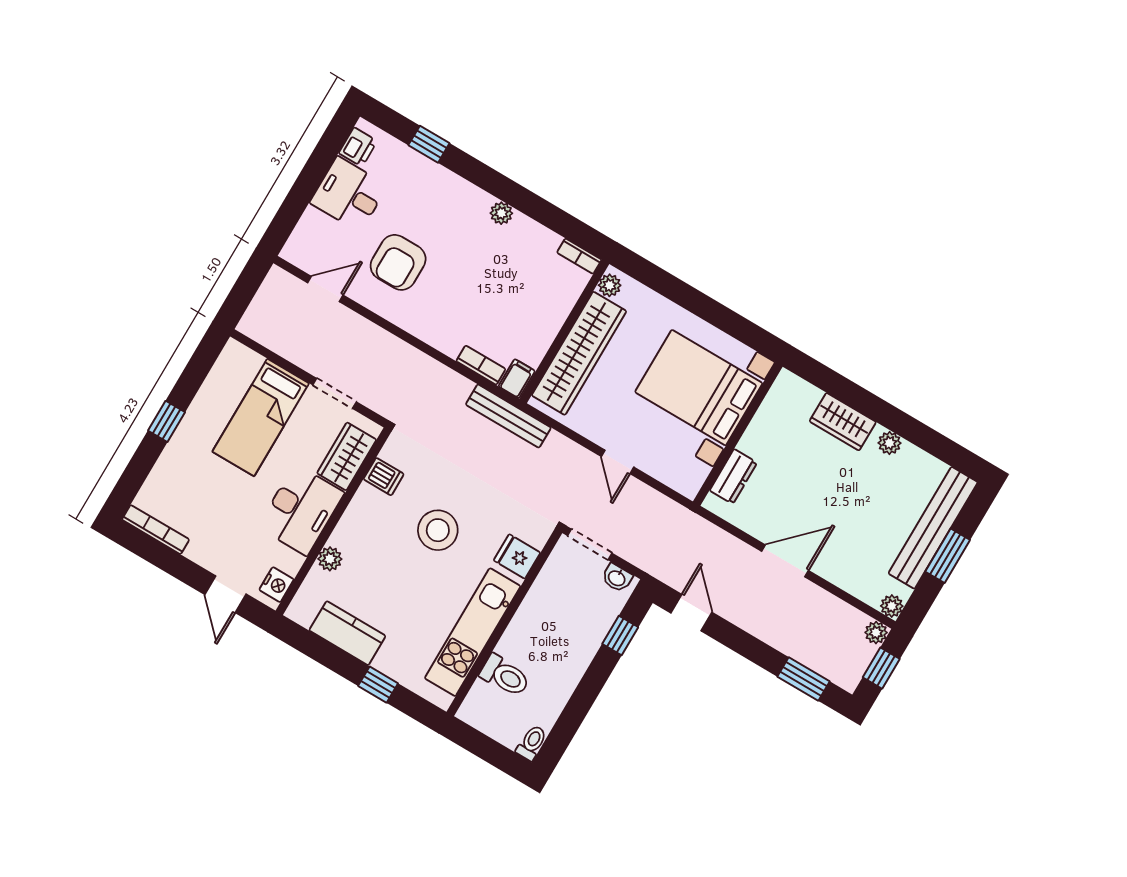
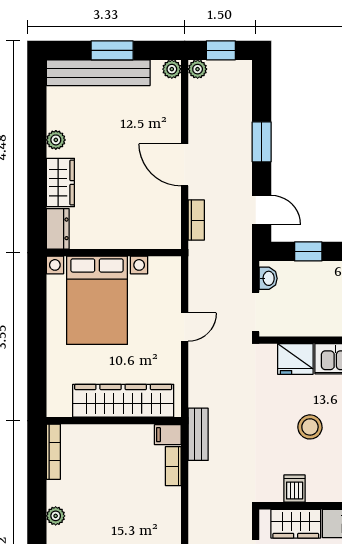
bookcase: (579, 256) -> (53, 452), width x1.56
plant: (610, 285) -> (61, 408), removed
bench: (508, 416) -> (198, 434), width x0.73
dresser: (733, 477) -> (58, 229), moved, turned 90
stool: (438, 530) -> (310, 427), width x0.73, depth x0.73
bookcase: (721, 539) -> (196, 220), added
fridge: (517, 556) -> (295, 359), width x1.38
door: (691, 613) -> (262, 210), swing flipped
window: (804, 679) -> (262, 142), moved

